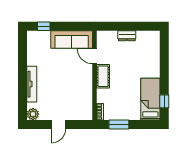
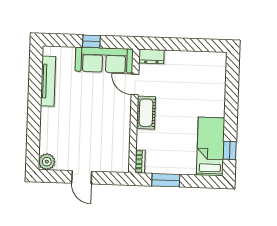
window: (44, 26) -> (91, 41), moved
dresser: (127, 36) -> (151, 56), moved
tv unit: (32, 84) -> (48, 81), moved
door: (58, 124) -> (82, 177), hinge flipped

